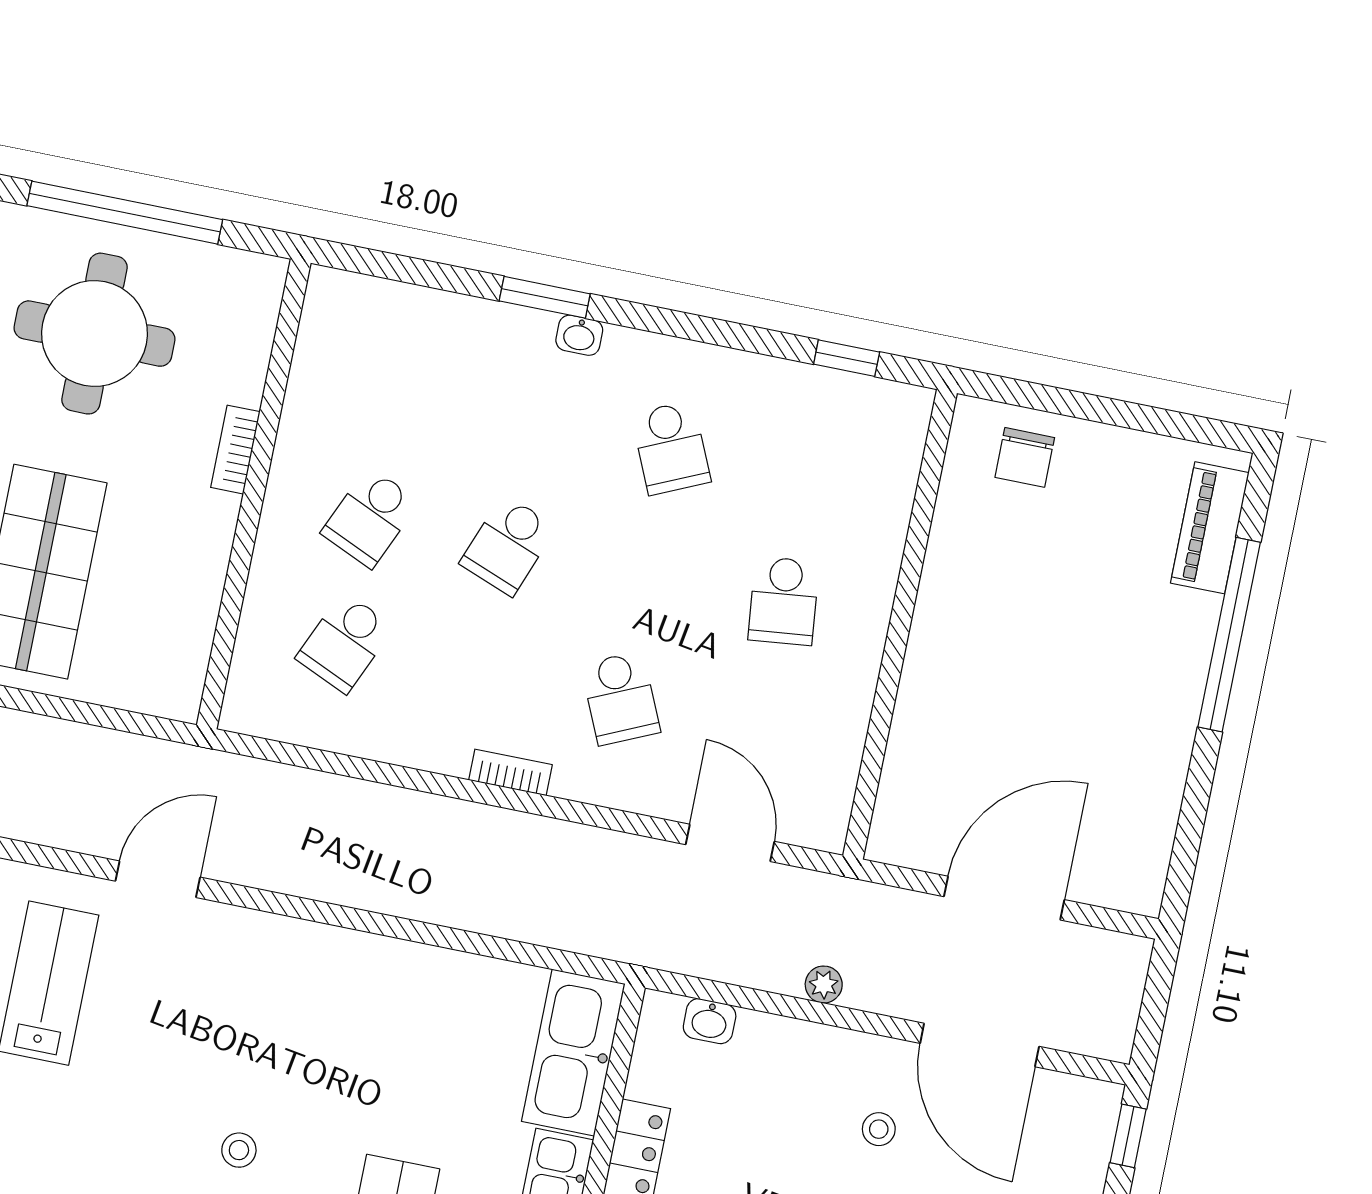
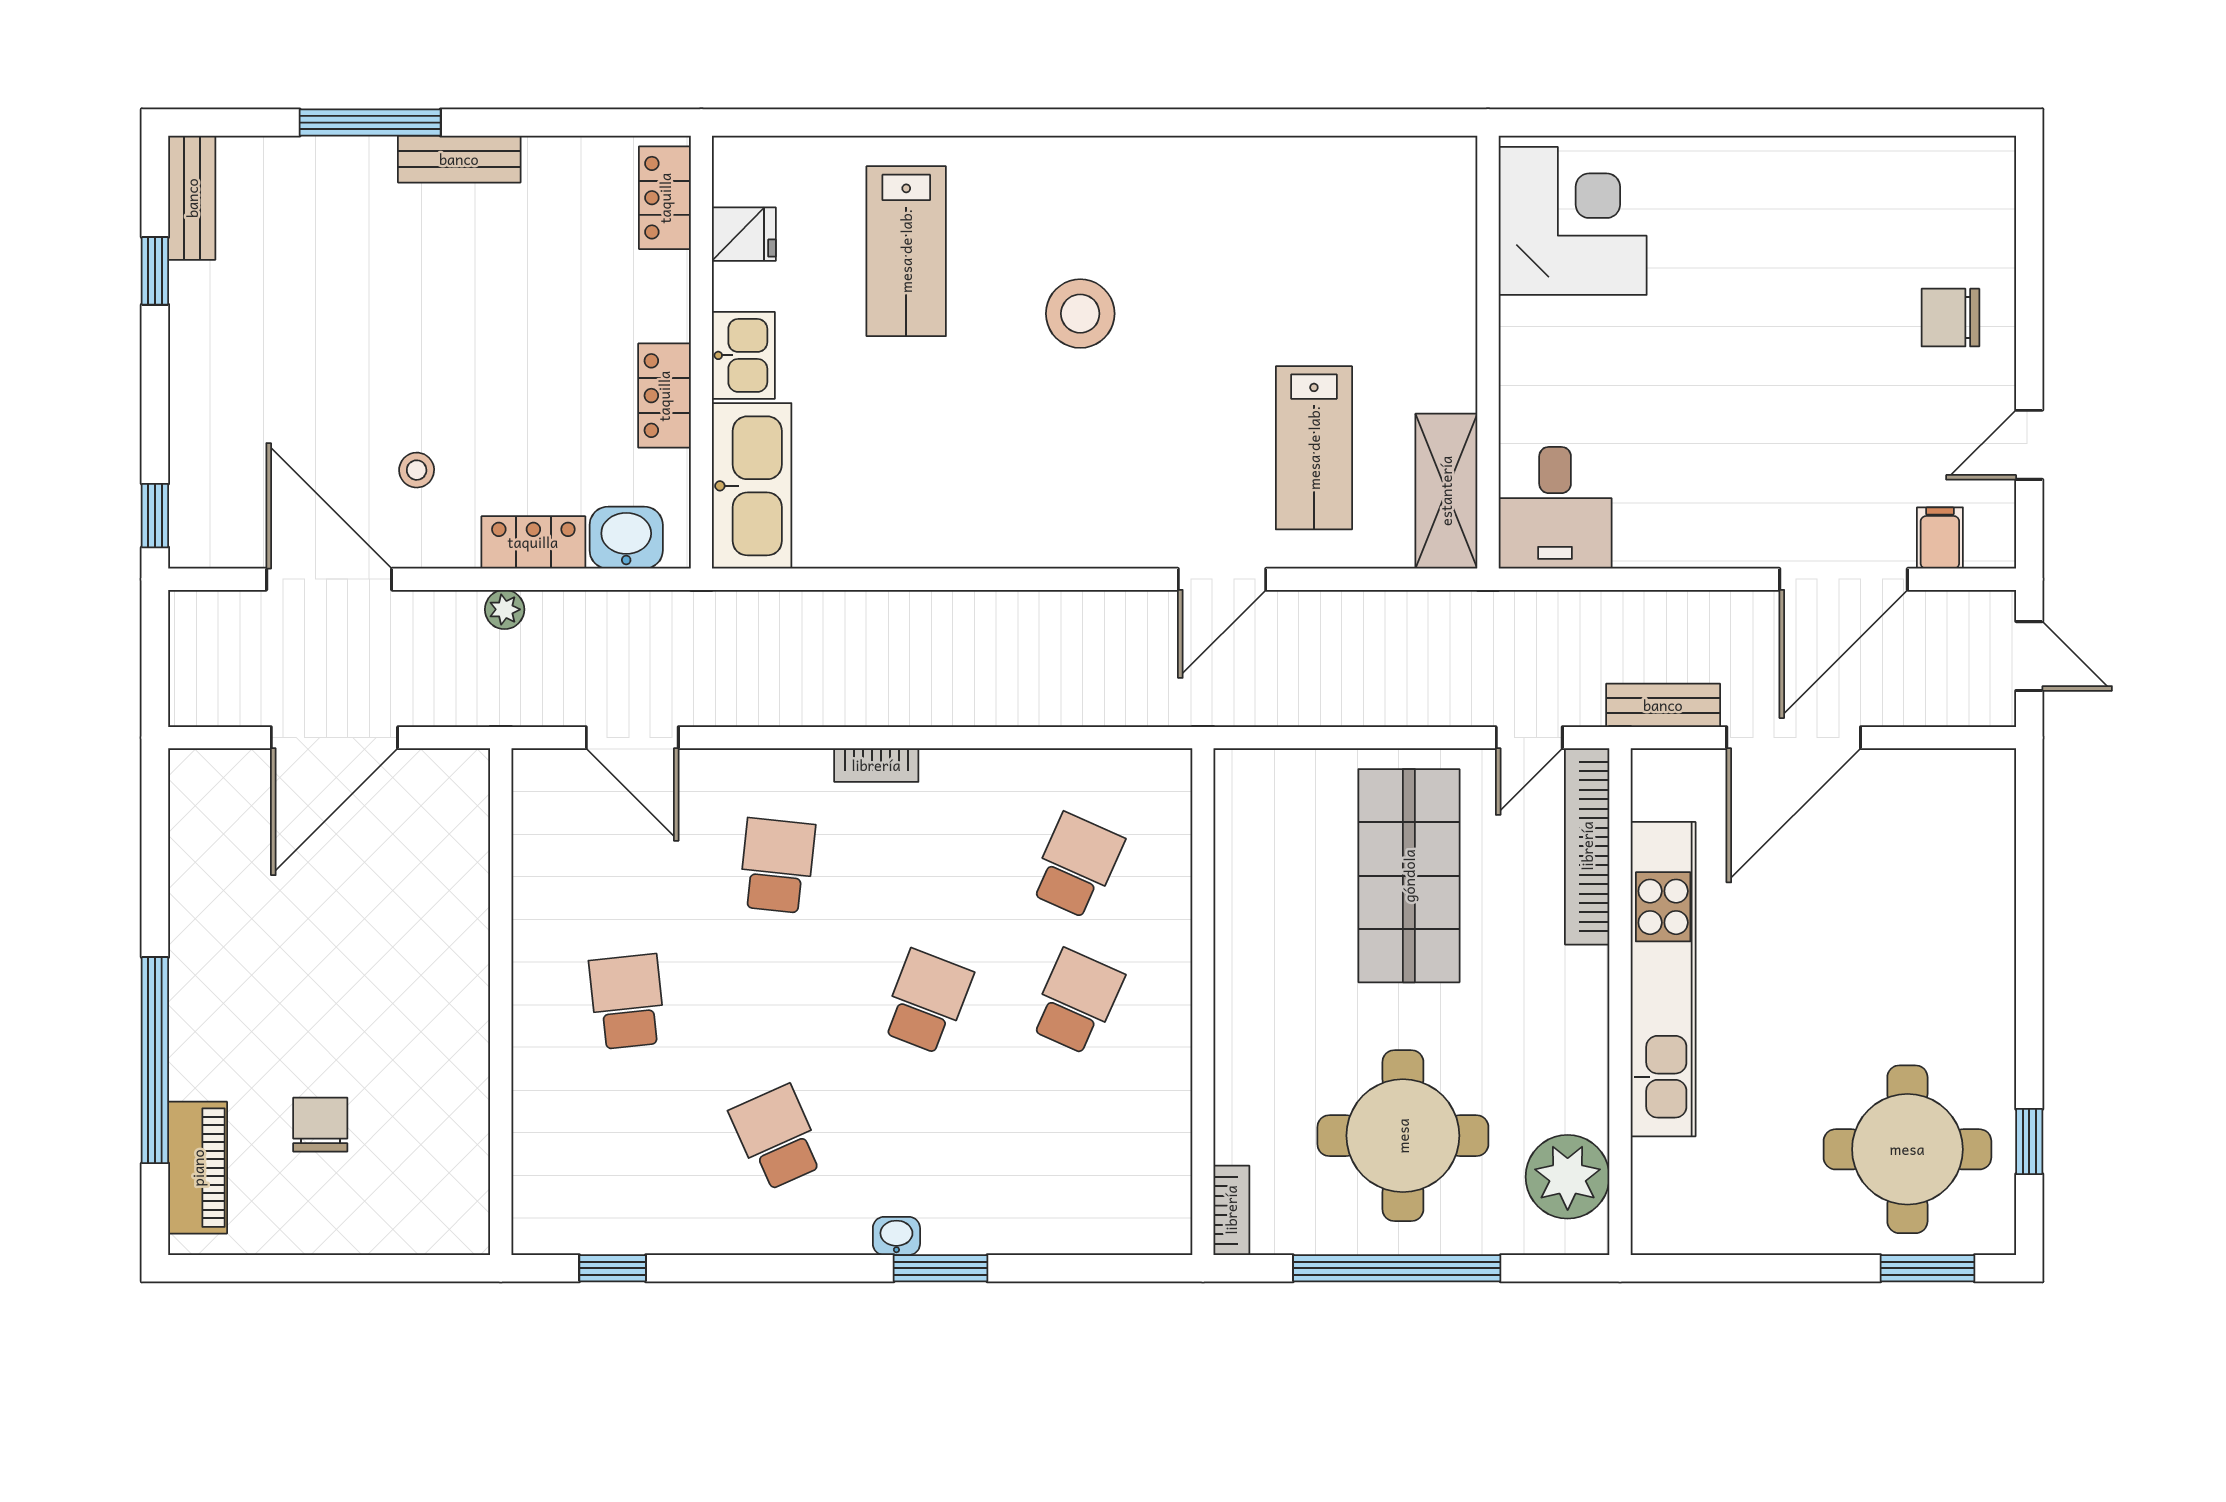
bookcase: (235, 450) -> (1231, 1210), moved
chair: (1025, 457) -> (320, 1125), moved
school desk: (621, 698) -> (777, 866), turned 30
washbasin: (710, 1021) -> (626, 538), width x1.38, depth x1.45
locker: (785, 1041) -> (533, 542), added
stool: (239, 1150) -> (1080, 314), width x1.89, depth x1.89

